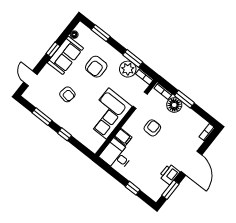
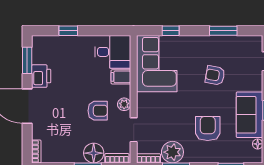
corner sofa: (108, 113) -> (157, 64), moved
plant: (134, 119) -> (124, 104), added
armchair: (152, 128) -> (98, 111), turned -90
window: (64, 134) -> (171, 31), moved

